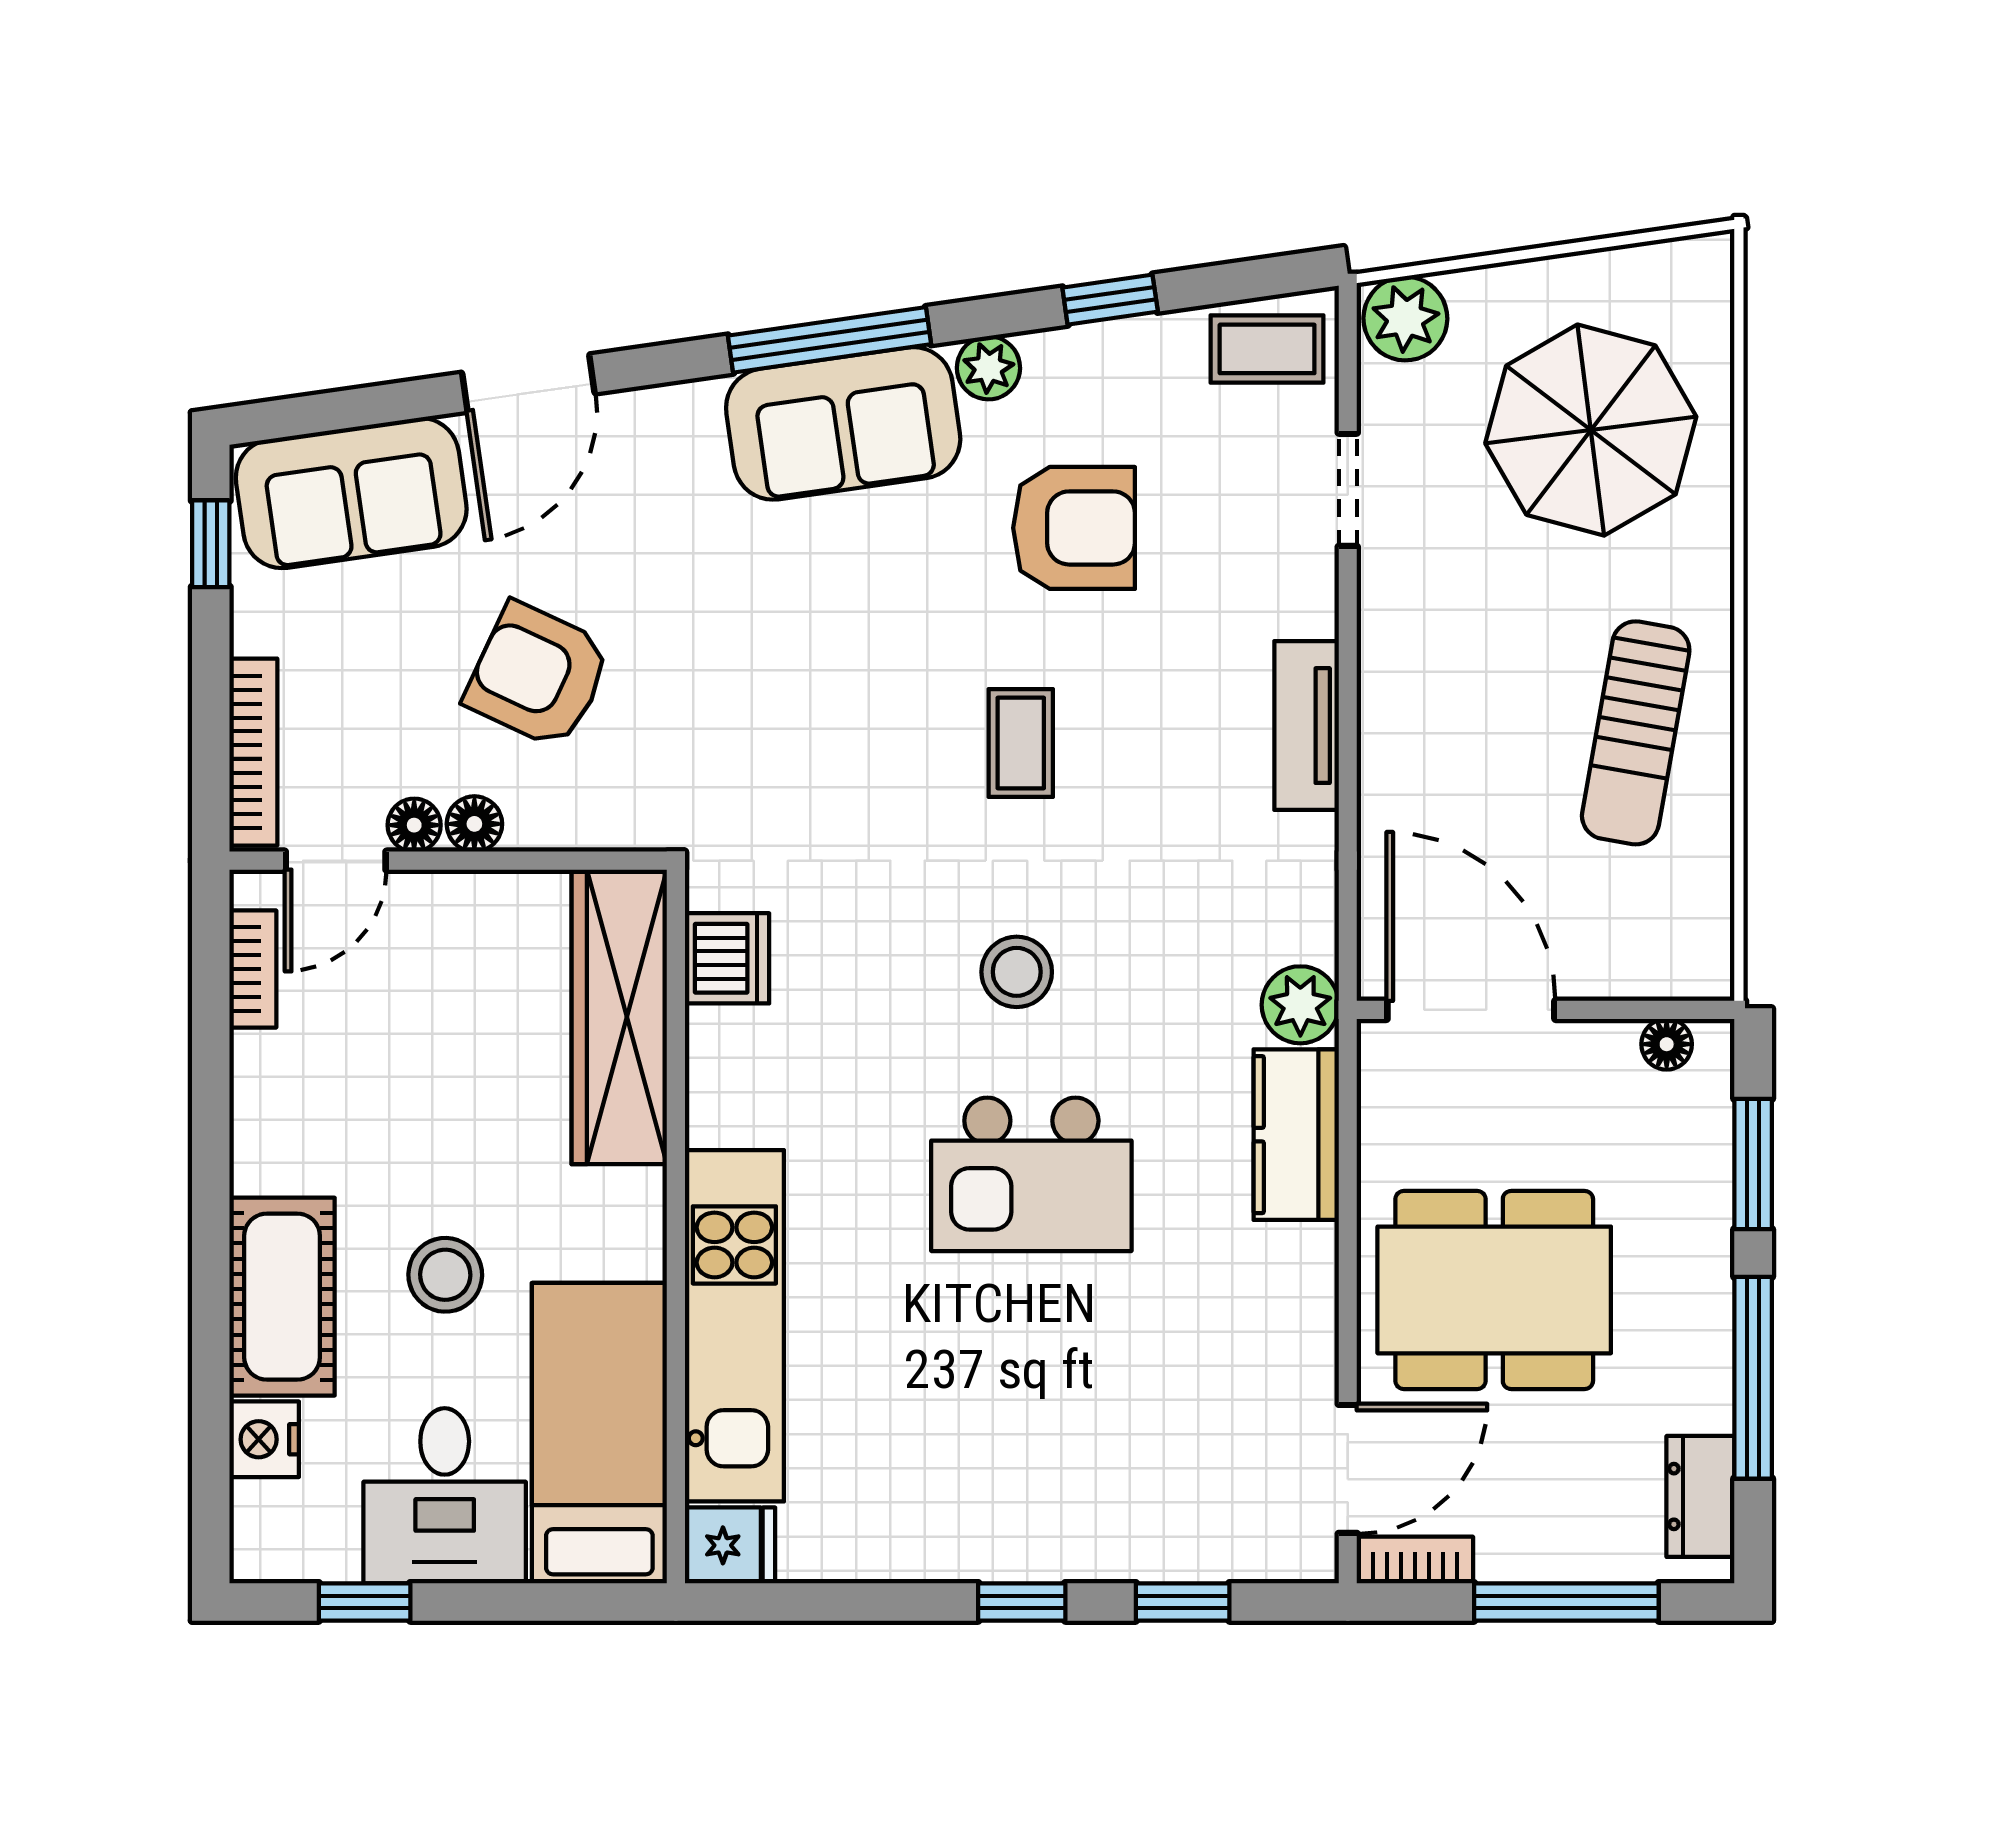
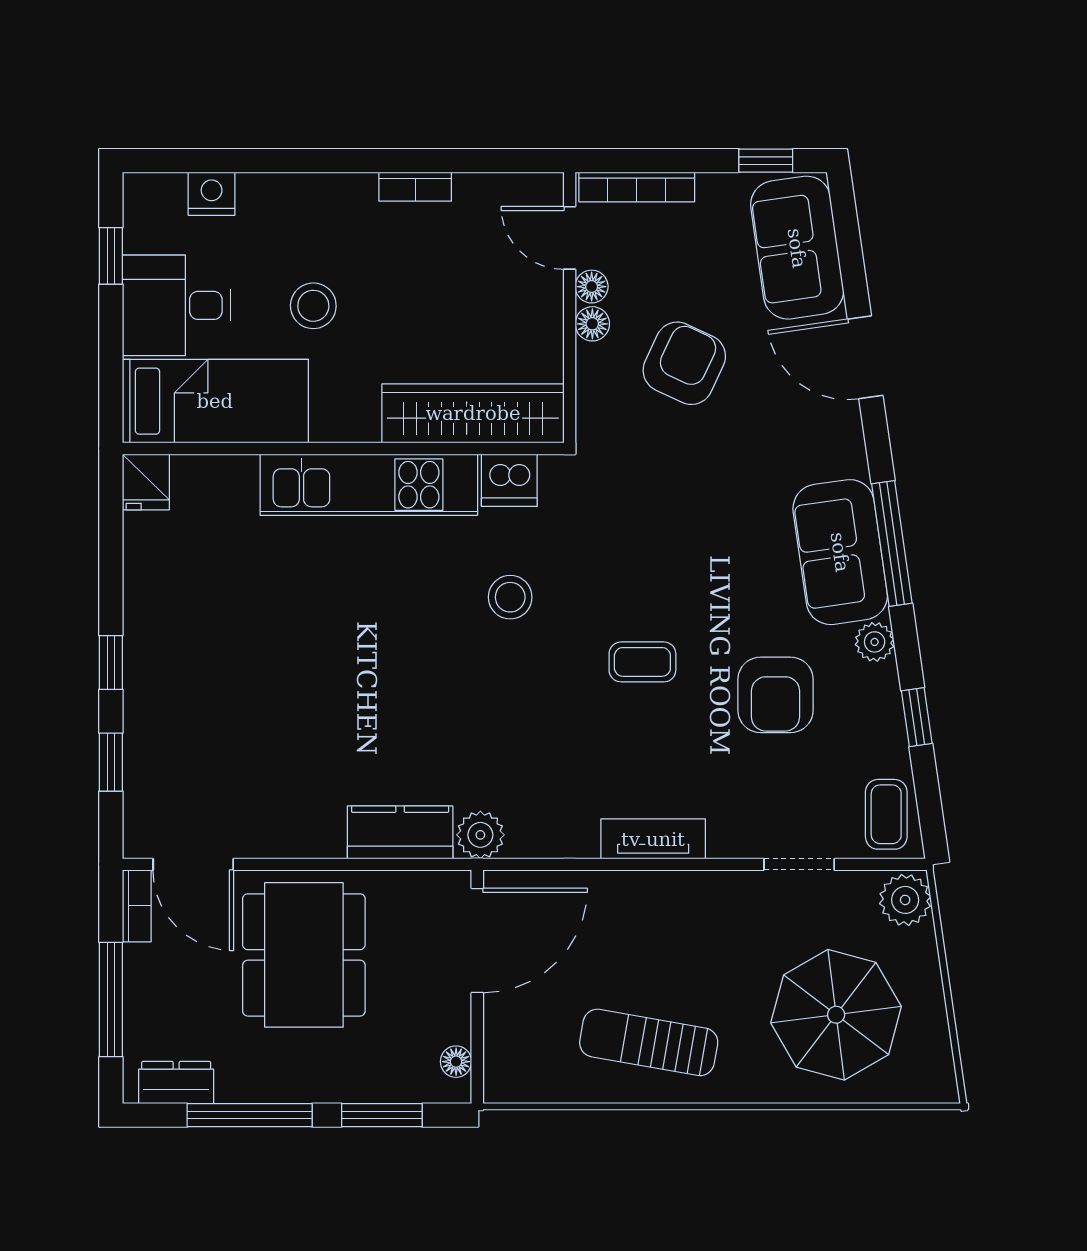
bookcase: (253, 969) -> (415, 187), moved
stool: (1017, 972) -> (510, 597), moved
kitchen island: (1031, 1174) -> (375, 668), removed
cot: (282, 1297) -> (300, 205), removed
kitchen unit: (734, 1326) -> (369, 485), moved

